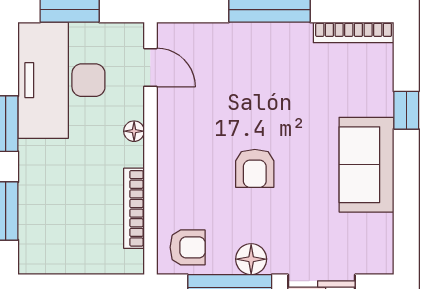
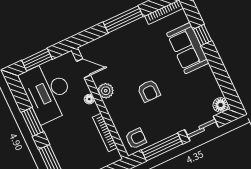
plant: (173, 130) -> (106, 91), added
sofa: (366, 165) -> (188, 48), moved
floor lamp: (251, 259) -> (221, 105), moved

